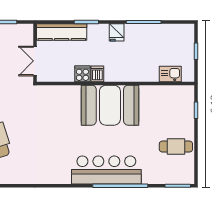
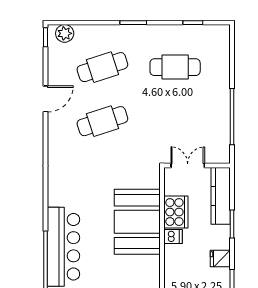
cooker: (82, 74) -> (176, 212), width x1.87, depth x1.31
booth: (110, 105) -> (137, 222), moved

